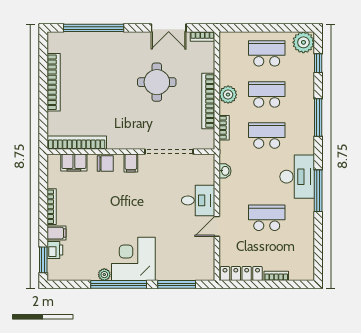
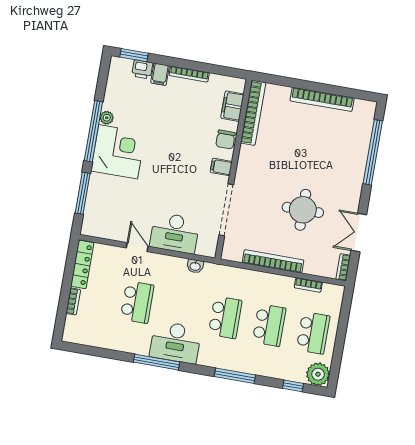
plant: (228, 95) -> (276, 284), removed
bookcase: (224, 128) -> (308, 285), moved
desk: (198, 200) -> (175, 233), width x1.37

